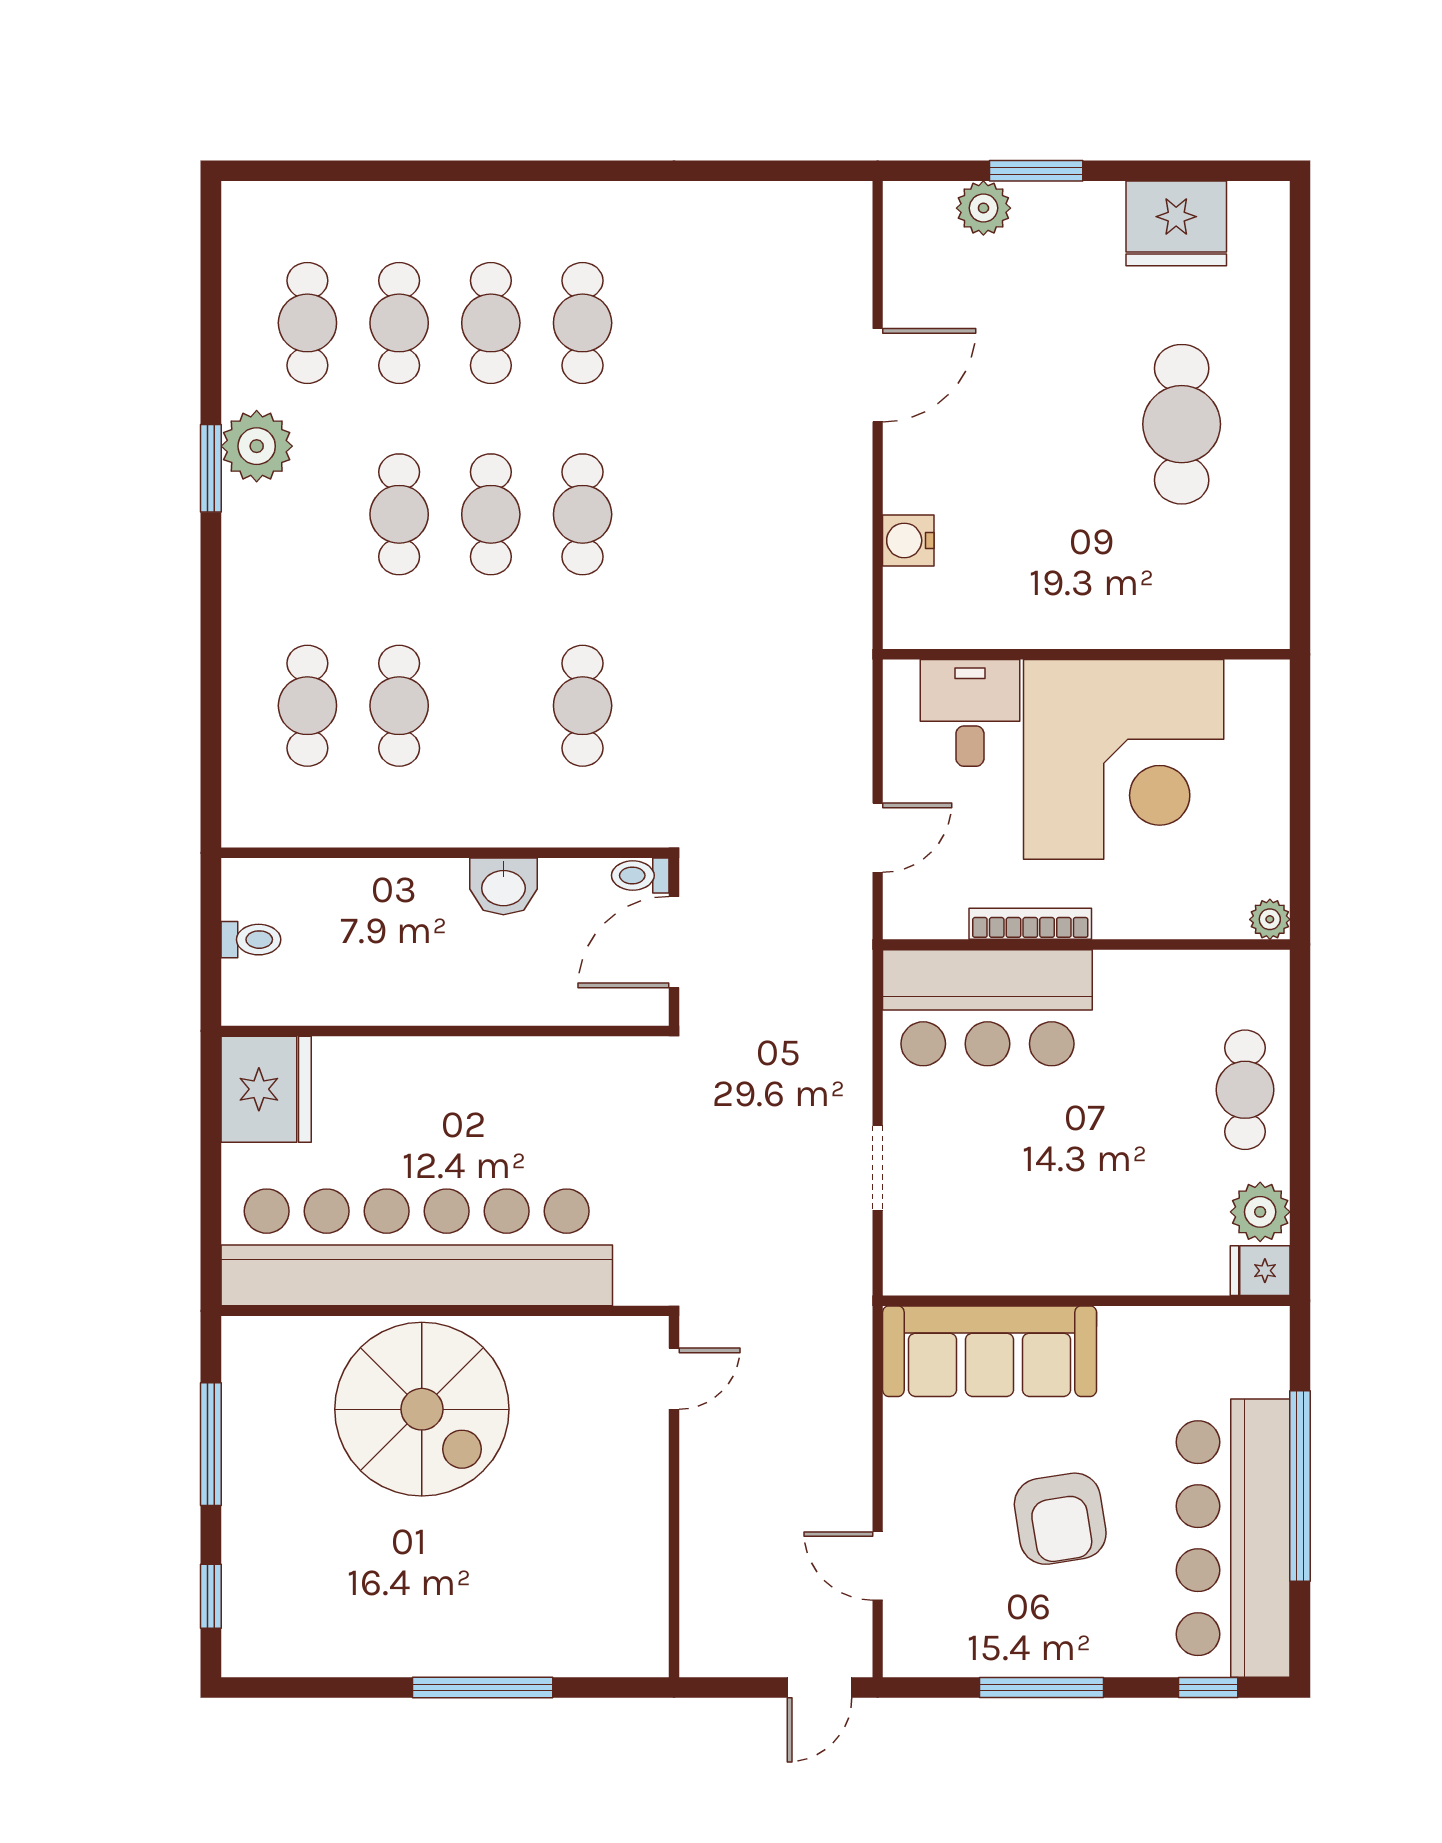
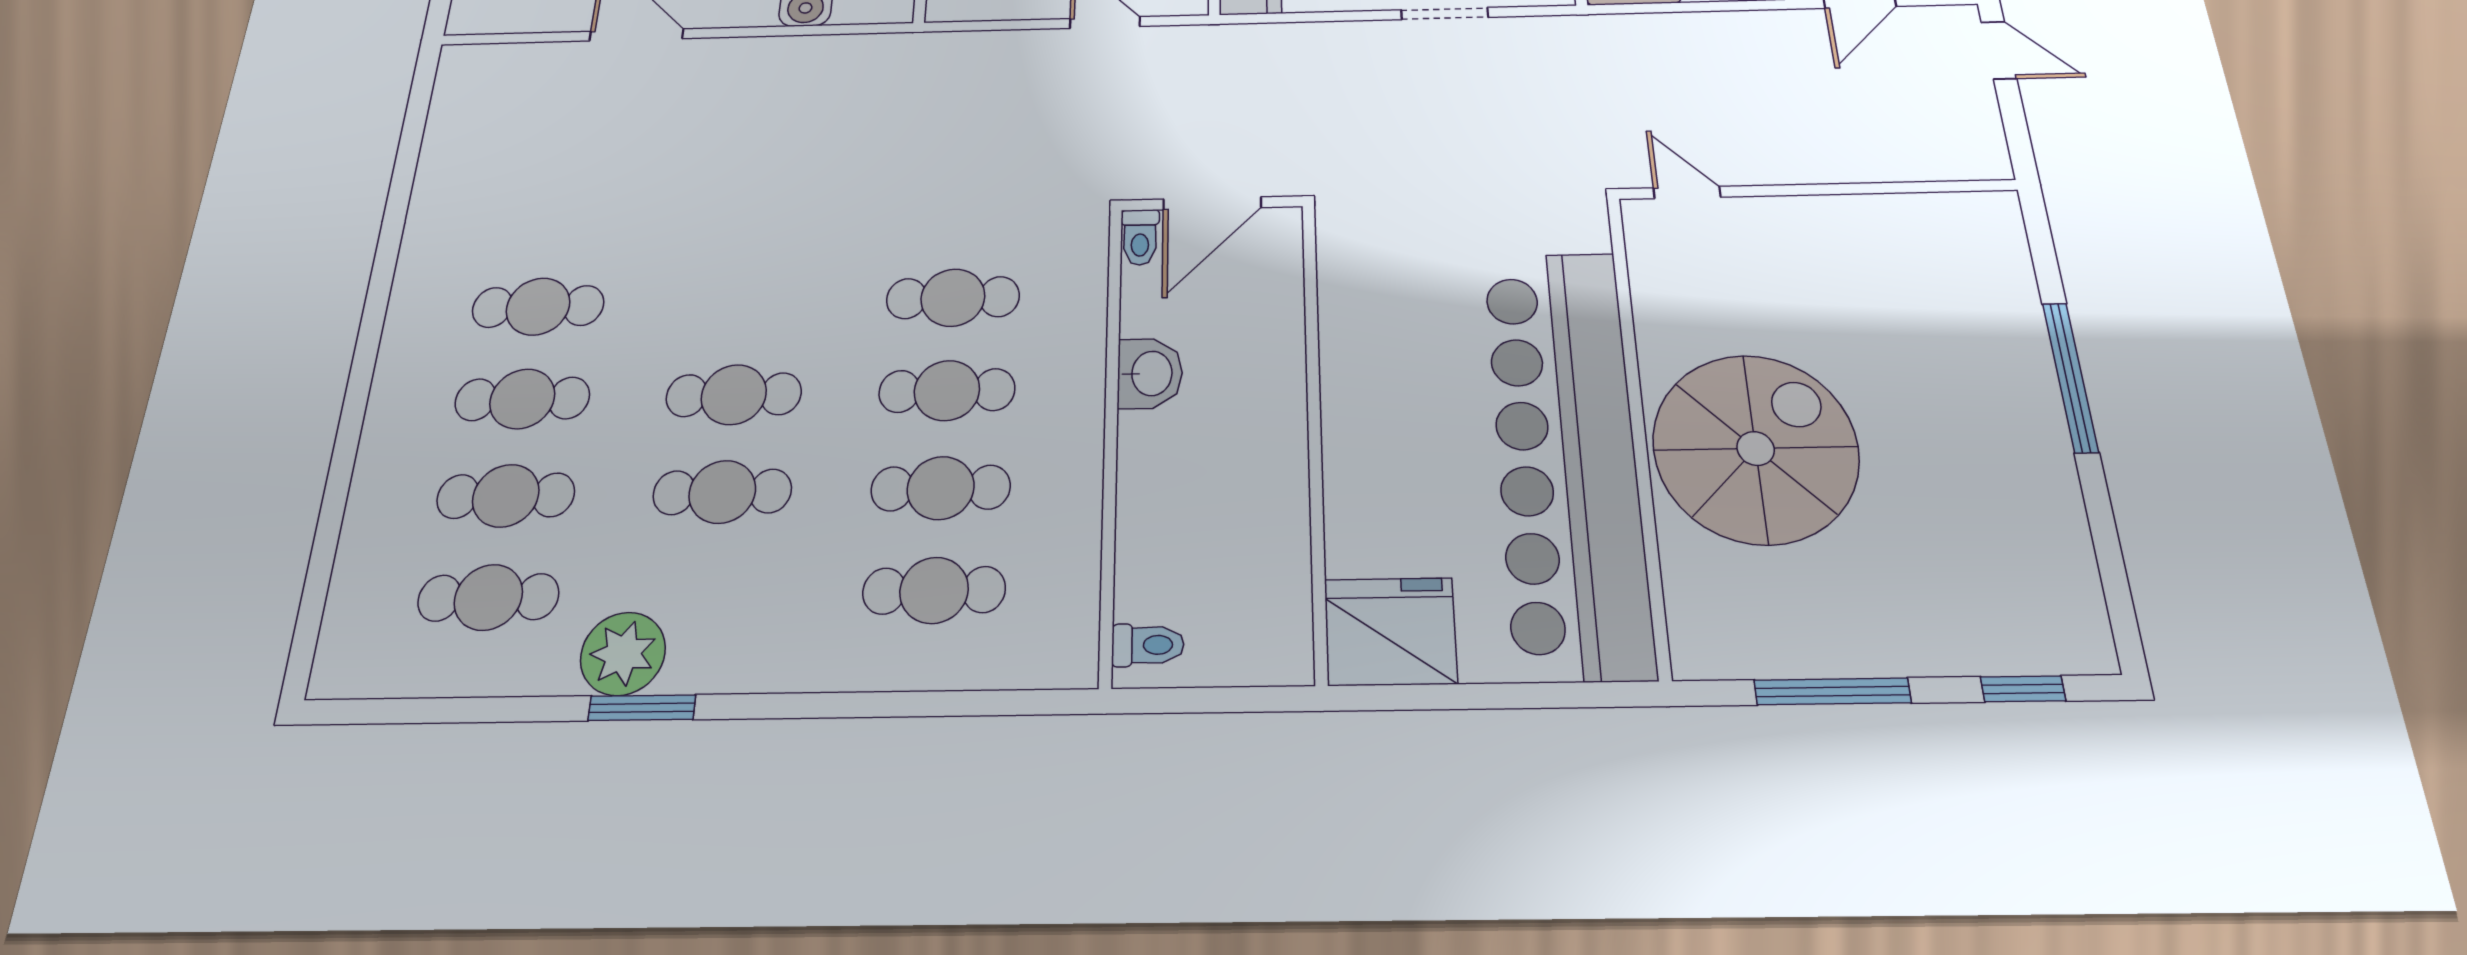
cafe table: (583, 514) -> (947, 391), moved
toilet: (251, 940) -> (1148, 645), moved, turned 90
door: (674, 942) -> (1212, 203), hinge flipped

